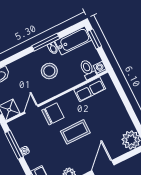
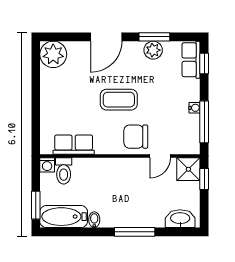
window: (46, 42) -> (135, 232), moved
stool: (49, 71) -> (113, 193), removed

